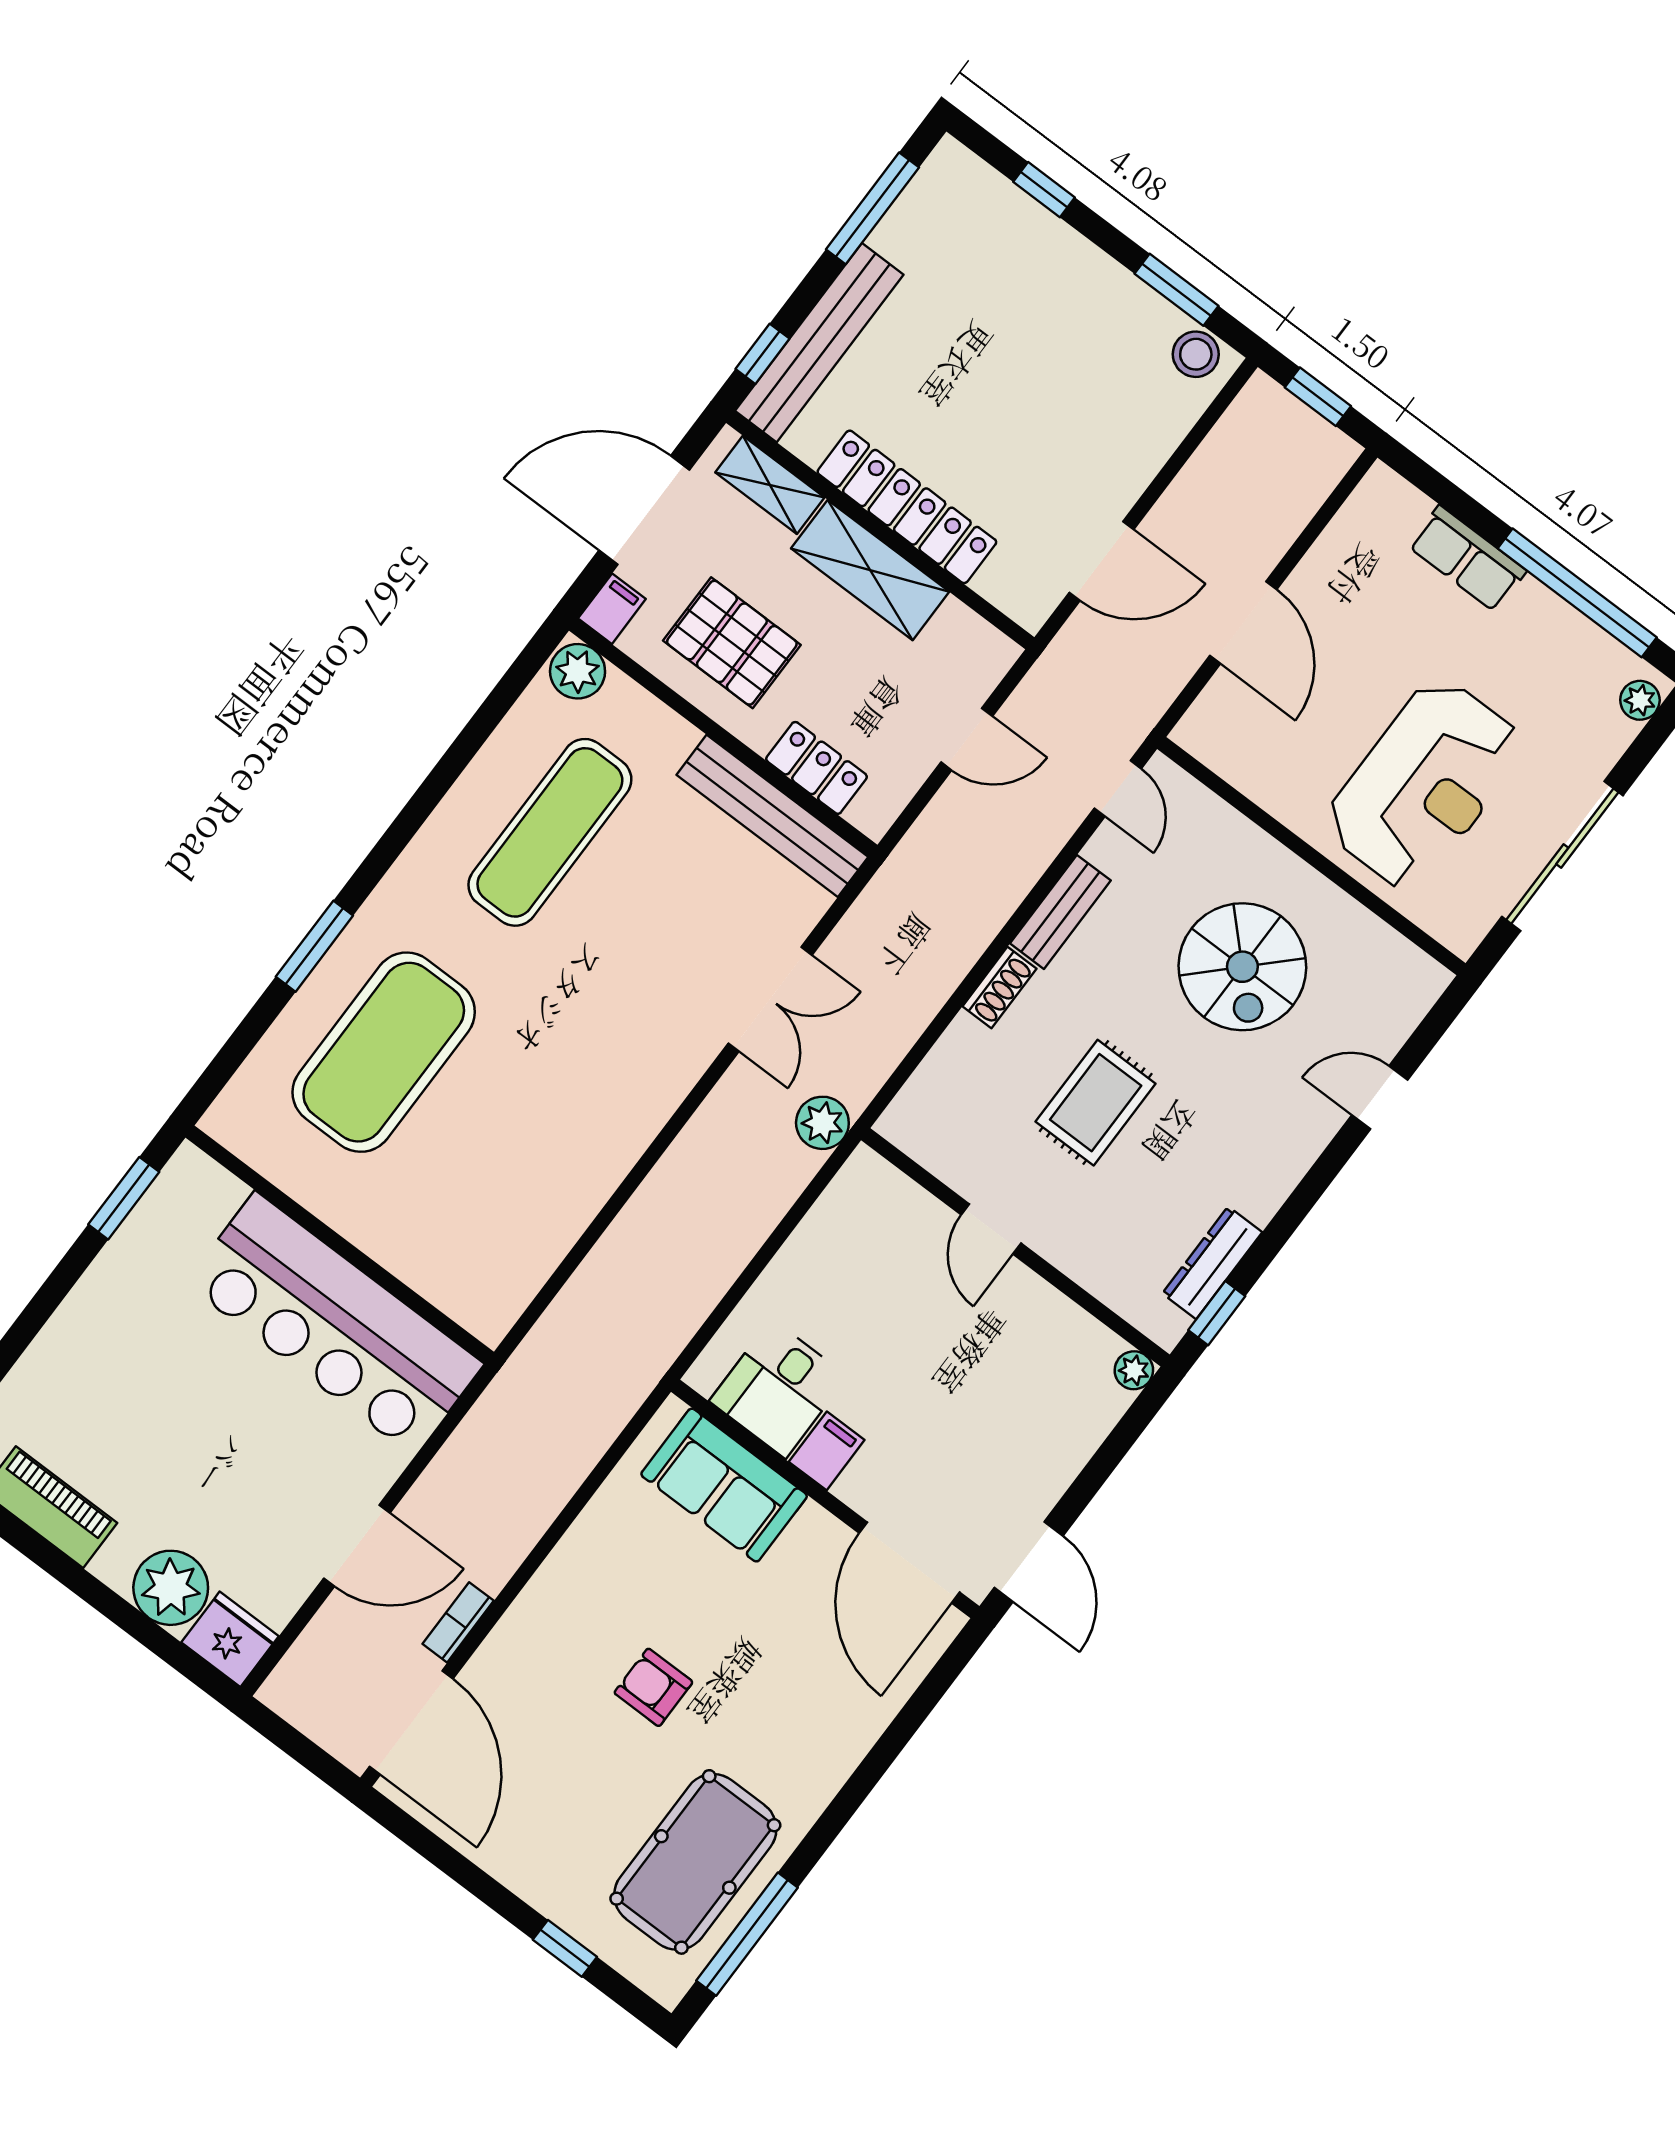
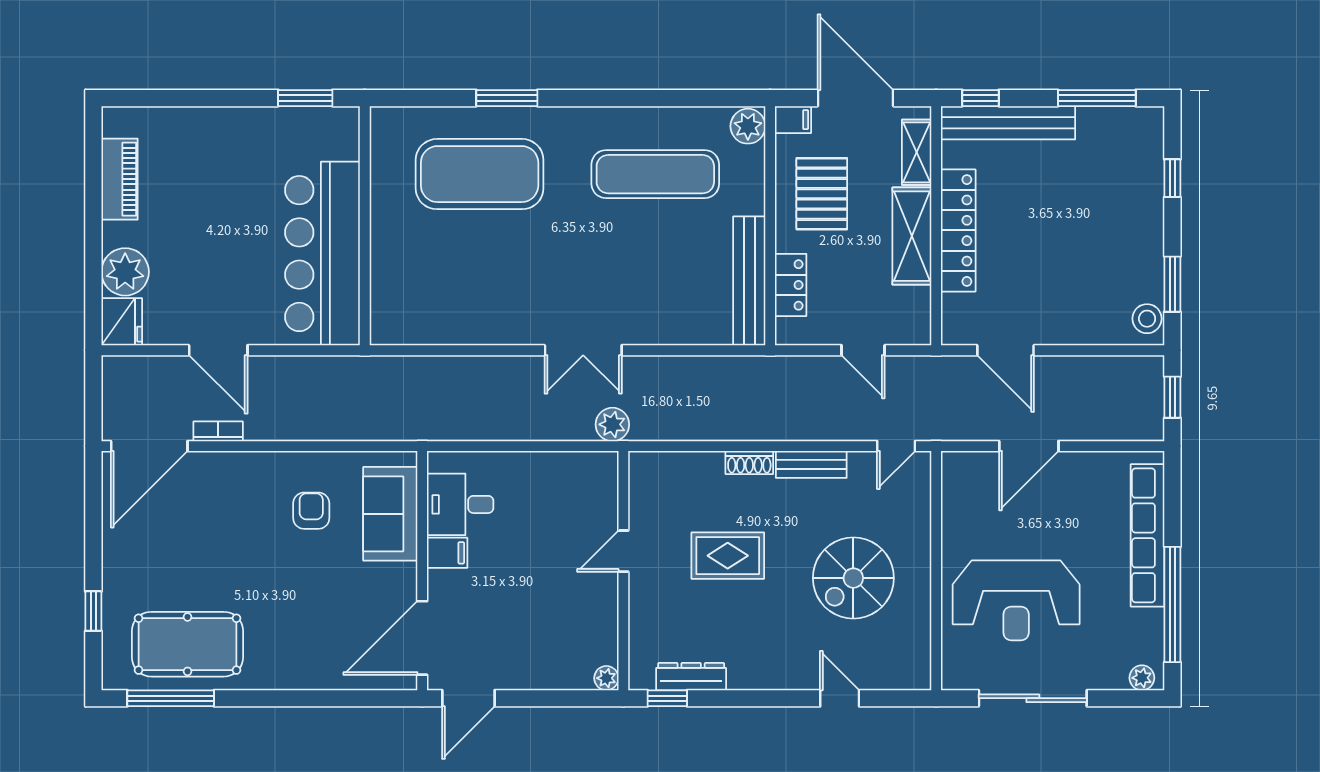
row of seats: (1467, 559) -> (1148, 535), width x2.02
double door: (770, 999) -> (583, 350), moved
armchair: (653, 1687) -> (311, 511), moved

